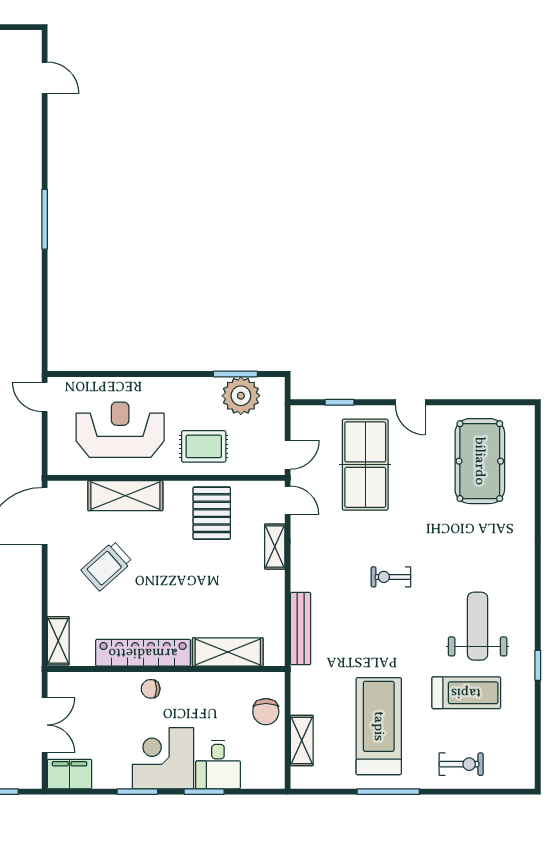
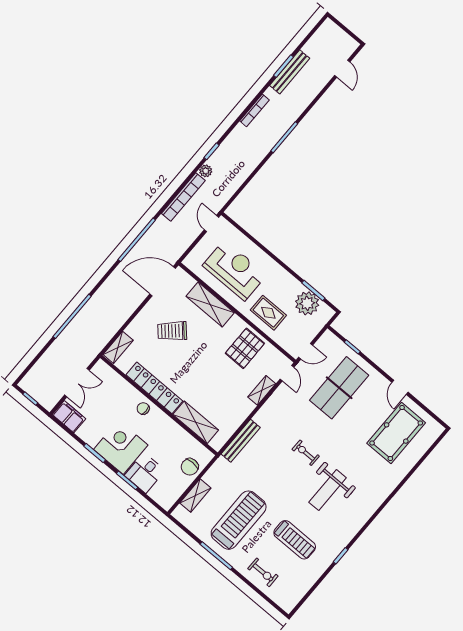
door: (410, 402) -> (400, 387), moved
weight bench: (478, 626) -> (328, 490), moved, turned 180

